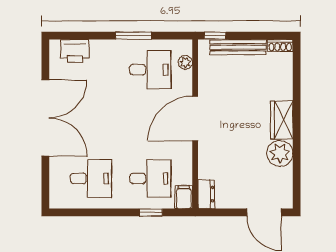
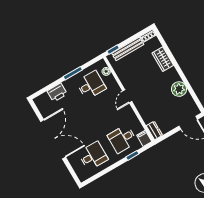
printer: (75, 51) -> (57, 93), moved
door: (195, 119) -> (127, 96), width x0.53
wardrobe: (282, 120) -> (163, 59), moved
desk: (150, 178) -> (122, 139), turned 180

